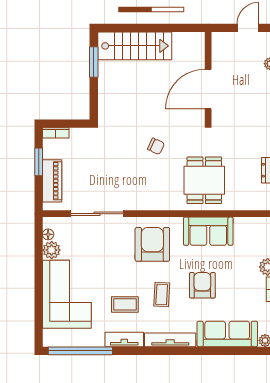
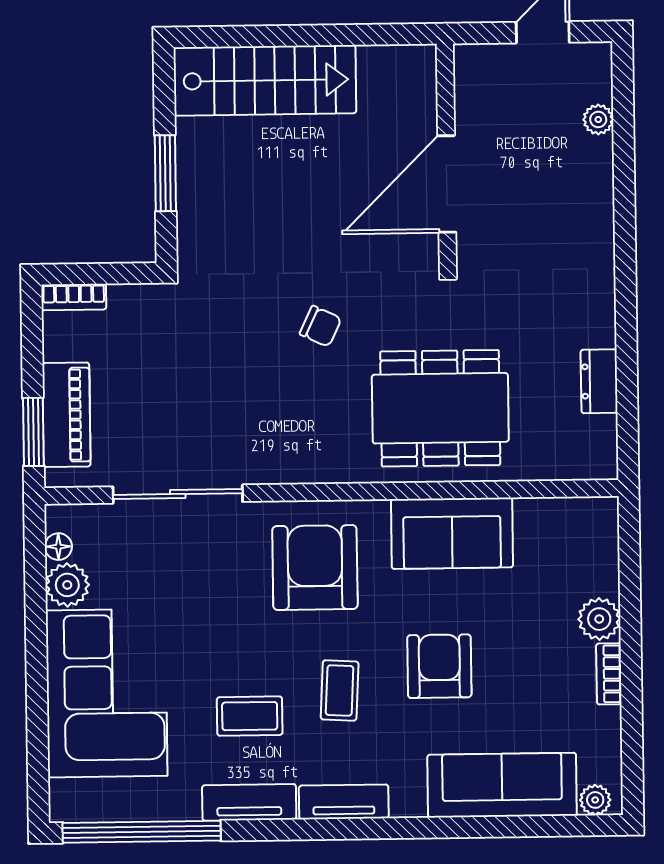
window: (94, 62) -> (165, 173), moved
window: (39, 162) -> (33, 432), moved
dining table: (204, 180) -> (440, 408), width x1.37
tv unit: (170, 340) -> (344, 802), width x0.71

